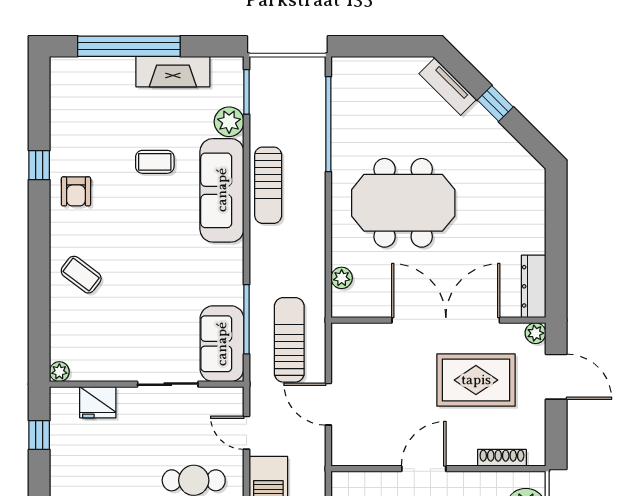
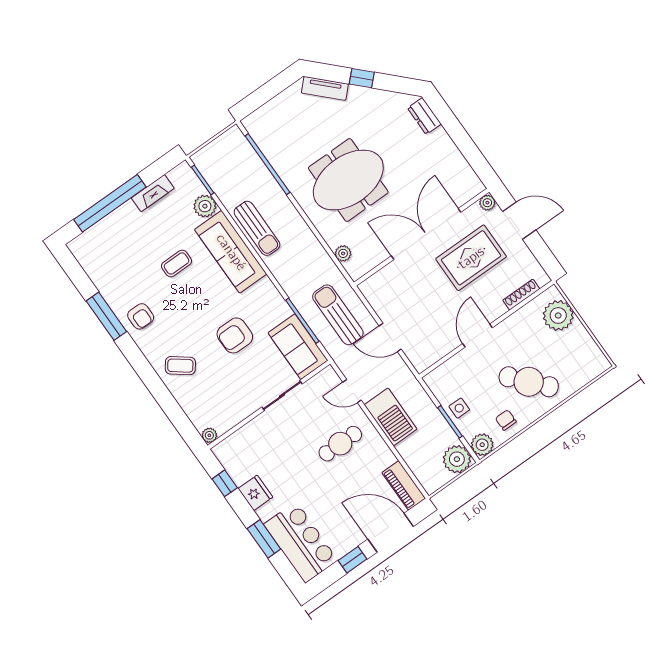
fireplace: (173, 72) -> (153, 193), width x0.73, depth x0.76
window: (39, 165) -> (106, 316), width x2.17
armchair: (163, 284) -> (235, 335), added
dresser: (534, 286) -> (424, 116), moved, width x0.70
fridge: (98, 402) -> (255, 493), moved, turned -90

